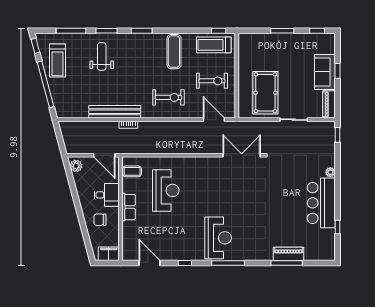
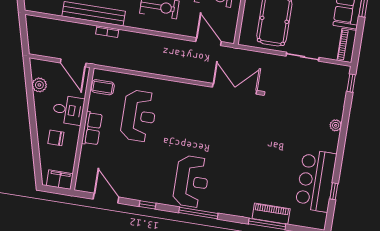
plant: (76, 166) -> (39, 85), moved
bar counter: (321, 203) -> (316, 181), moved

